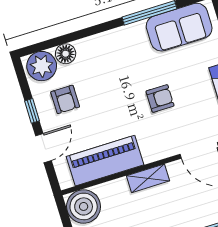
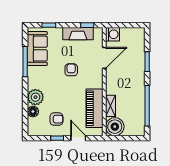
plant: (42, 66) -> (35, 97), moved
shelving: (148, 178) -> (111, 106), moved

